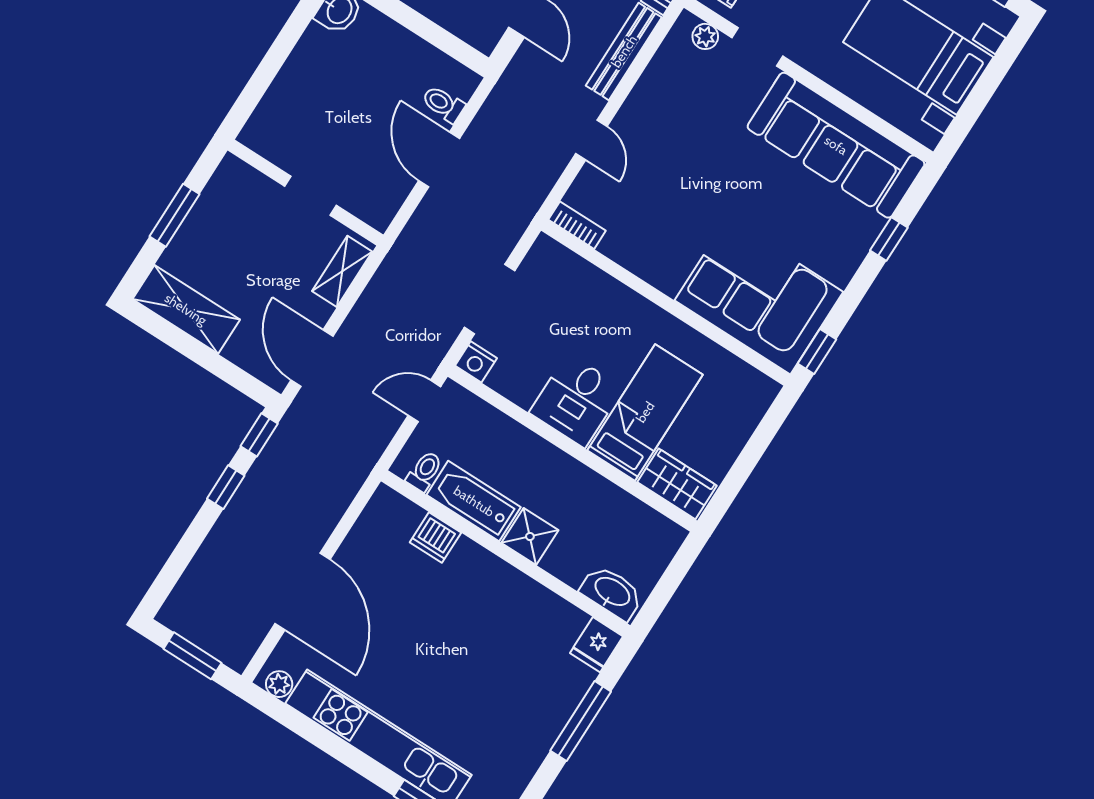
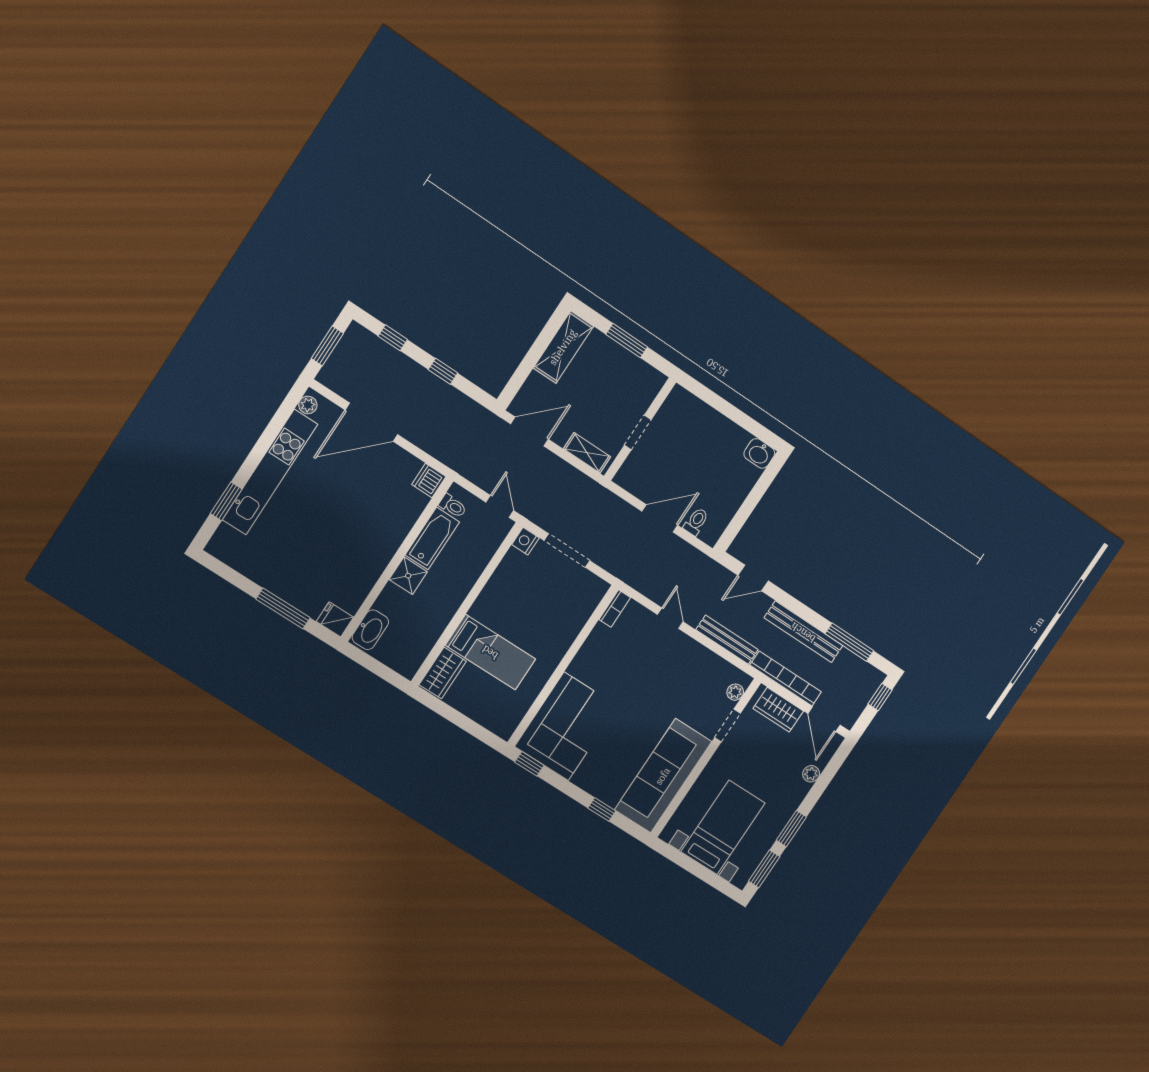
door: (591, 140) -> (670, 618), swing flipped
desk: (576, 400) -> (499, 607), removed
window: (259, 435) -> (393, 338), moved
dishwasher: (435, 538) -> (429, 481), moved

